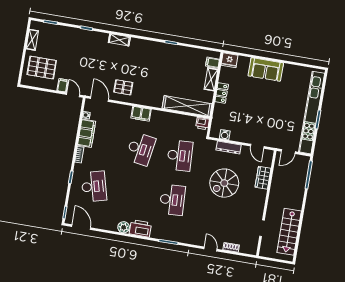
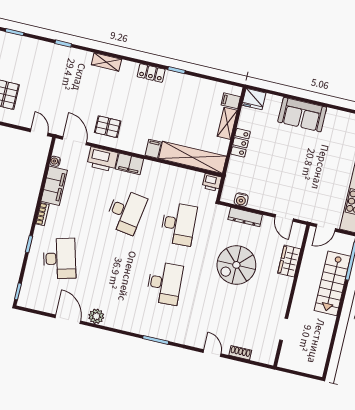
locker: (153, 46) -> (151, 73), added
filing cabinet: (63, 85) -> (153, 149), moved
door: (81, 227) -> (68, 319), moved
printer: (140, 228) -> (102, 159), moved, turned 180
stairs: (289, 232) -> (332, 283), moved

